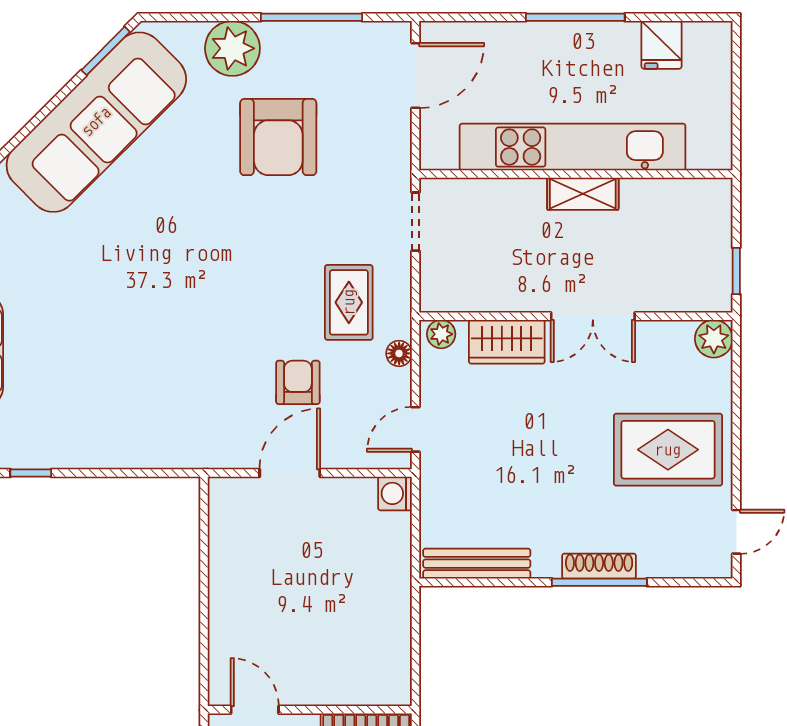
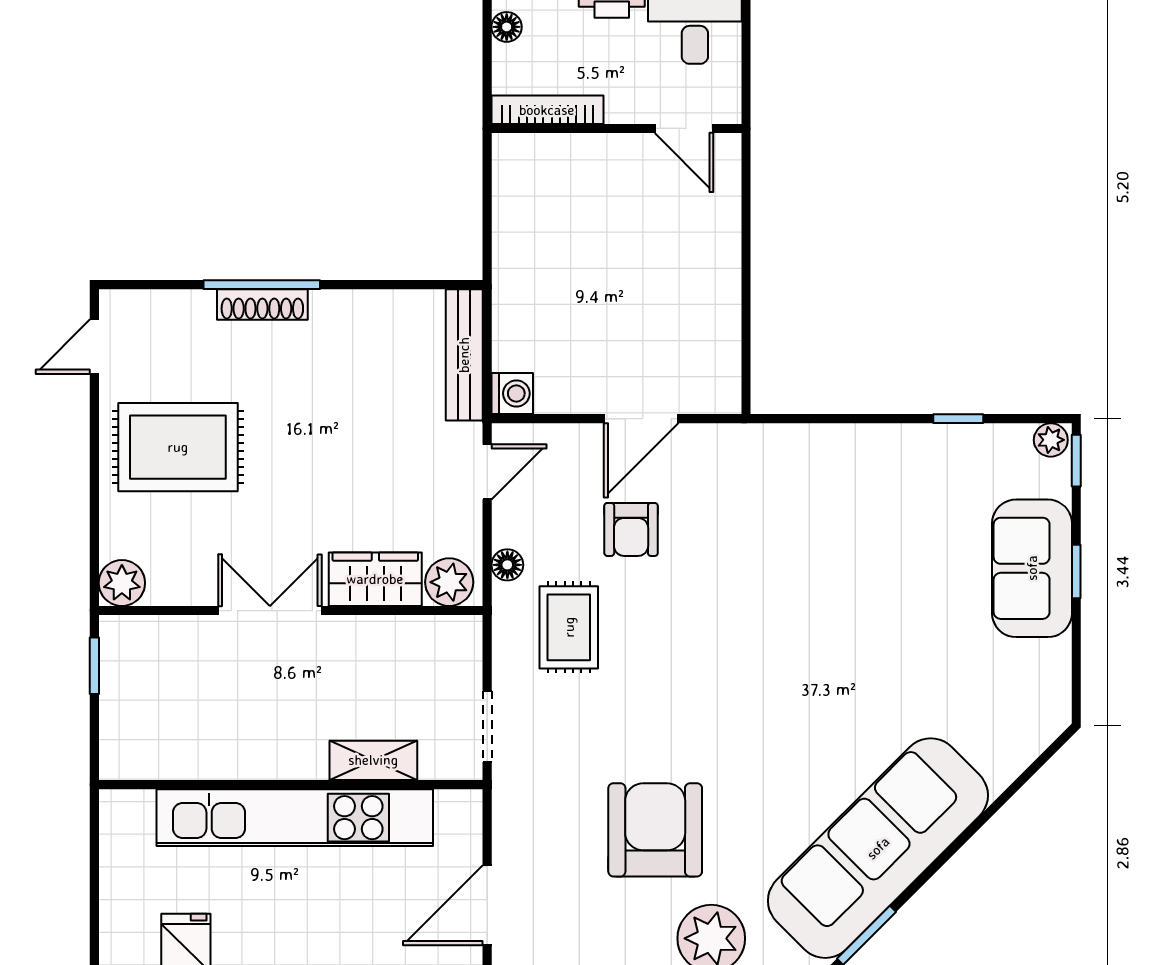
shelving: (583, 194) -> (373, 760), moved
plant: (441, 334) -> (449, 582), width x1.38, depth x1.38
bench: (477, 564) -> (464, 355), moved, turned 90

